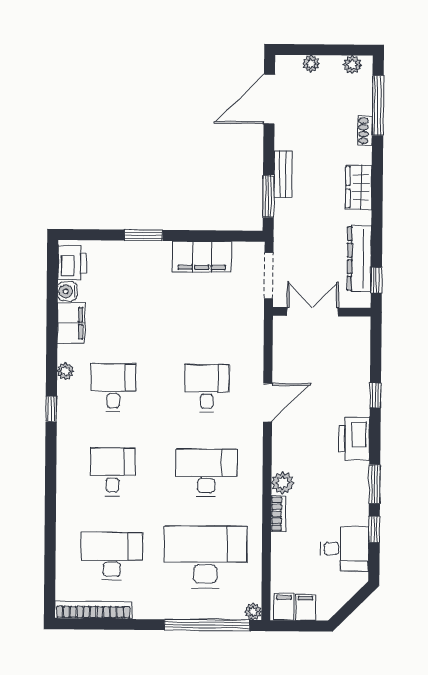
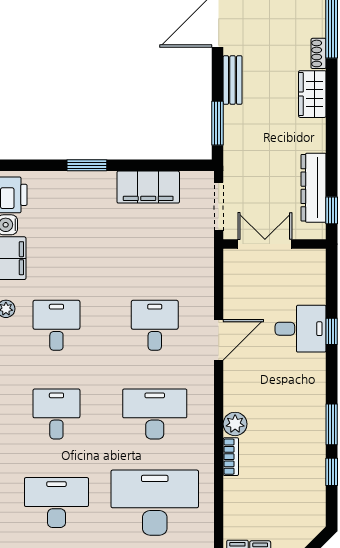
bench: (283, 174) -> (233, 80), moved
wardrobe: (359, 187) -> (312, 94), moved
printer: (354, 439) -> (310, 377), removed
desk: (344, 549) -> (301, 329), moved

